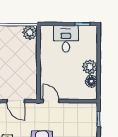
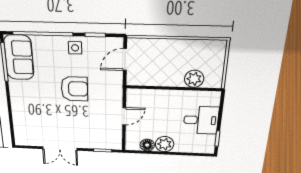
plant: (30, 33) -> (194, 79), moved
door: (51, 101) -> (124, 116), moved

